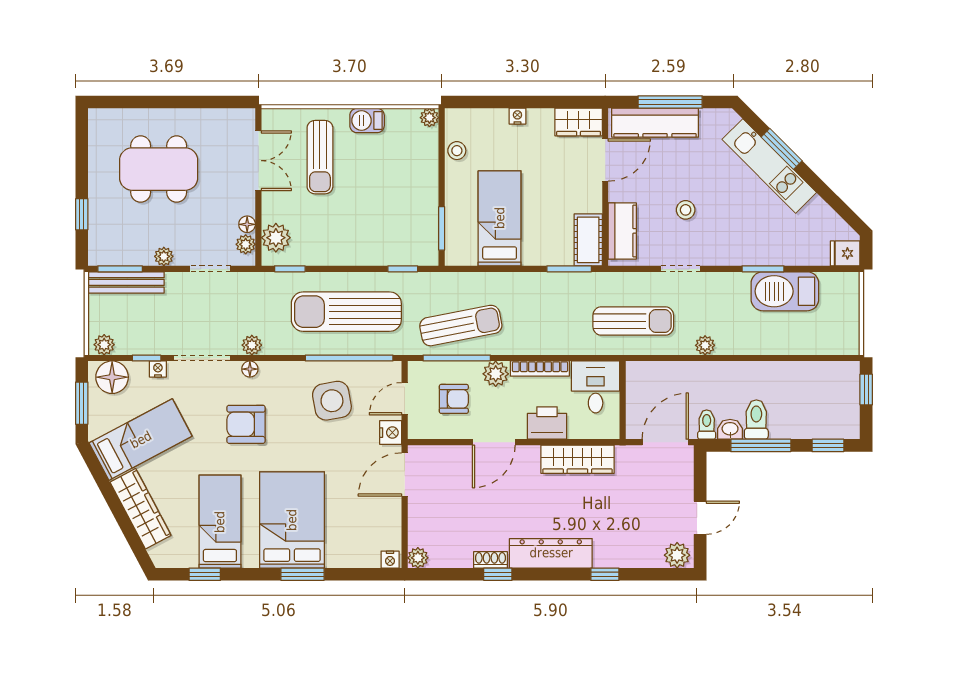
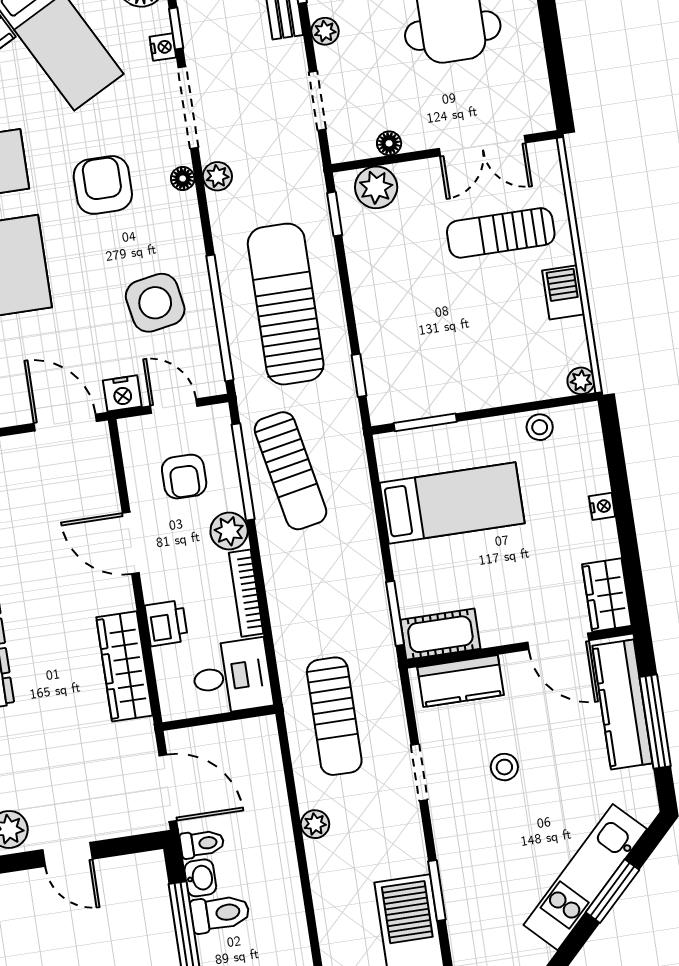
plant: (246, 244) -> (360, 146), removed
printer: (547, 423) -> (166, 623), width x0.73, depth x0.81

